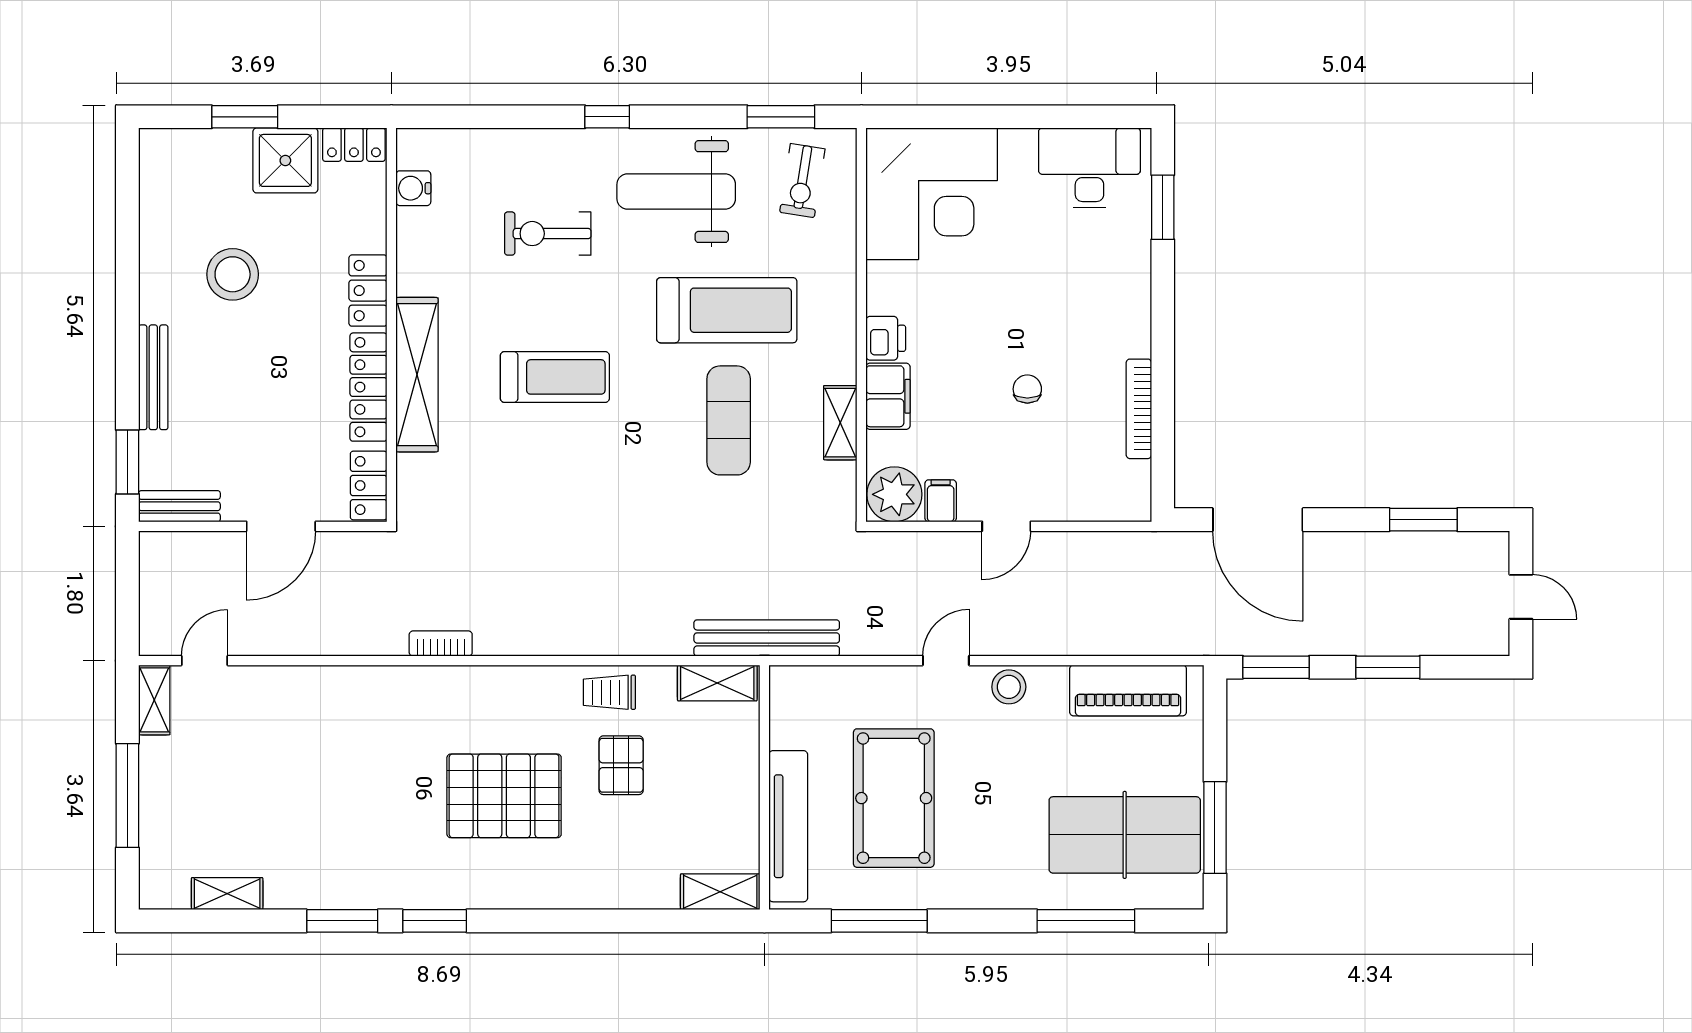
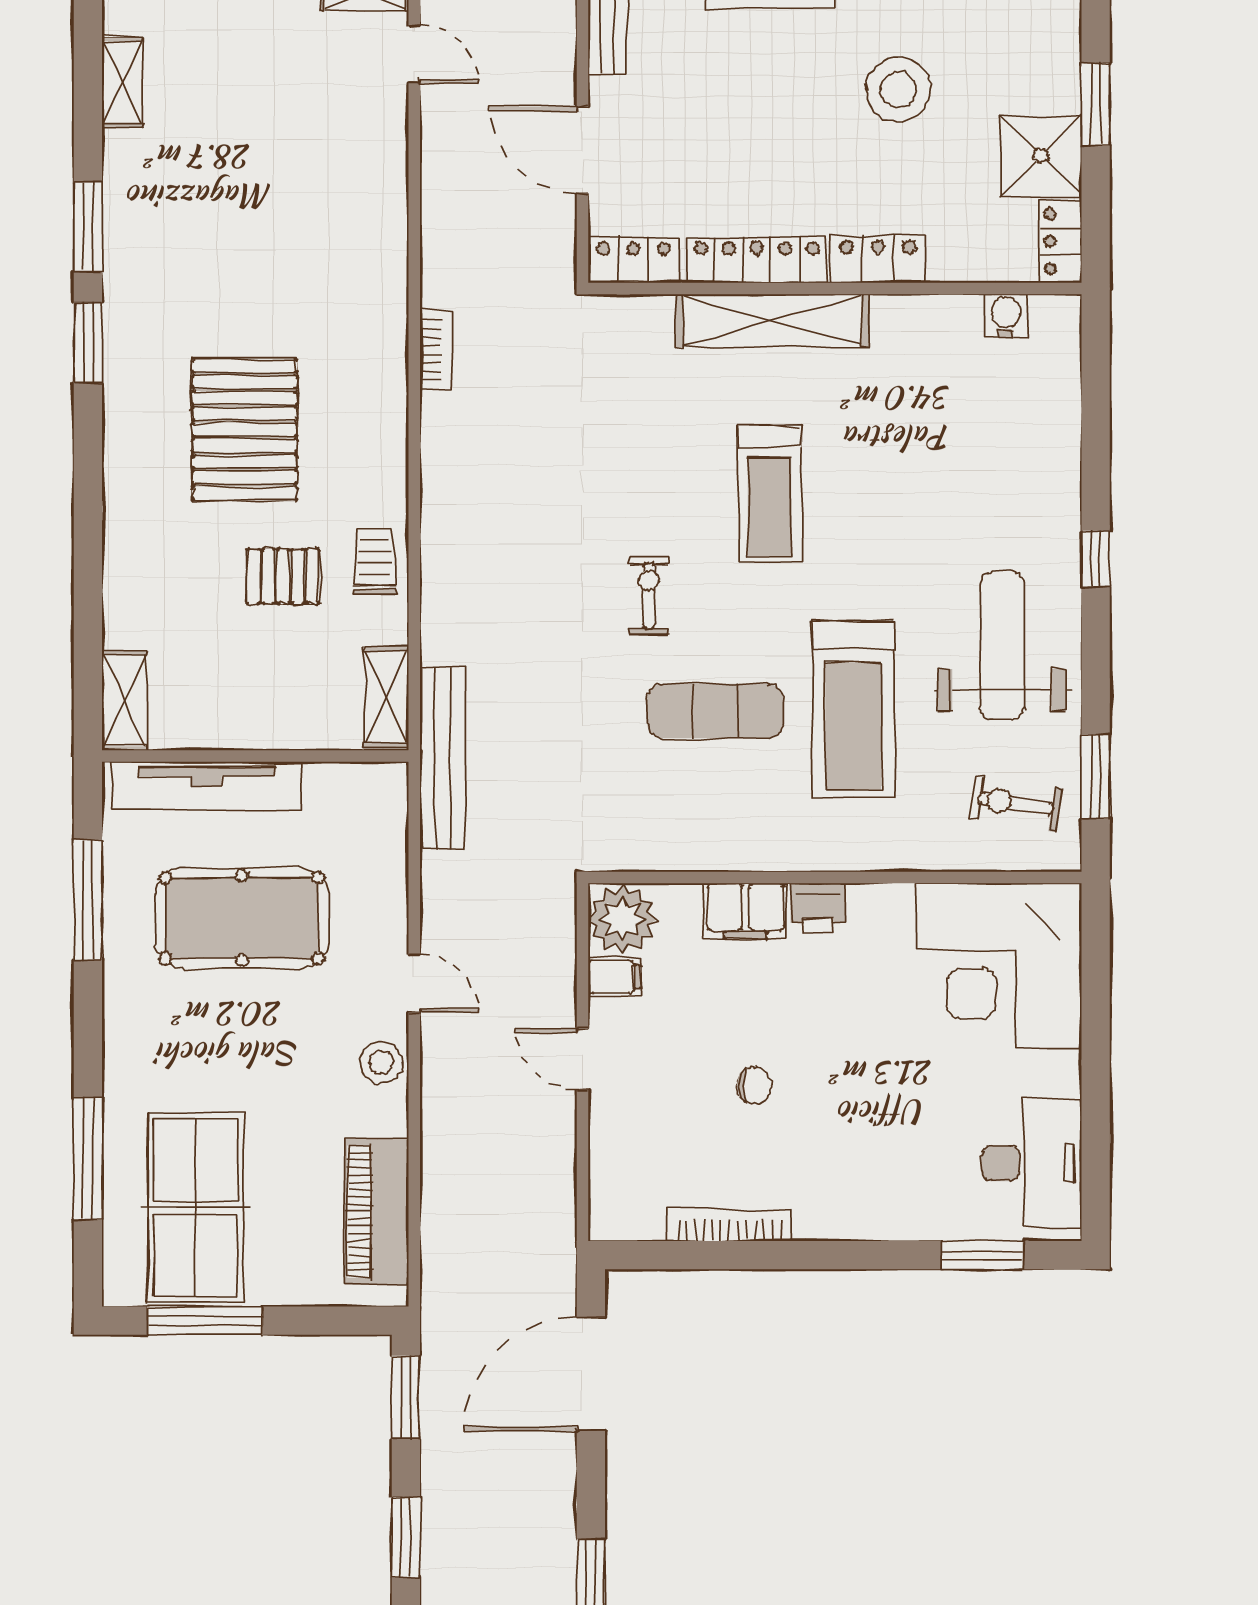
exercise bike: (548, 234) -> (649, 595), moved, width x0.73, depth x0.72
shelving: (840, 423) -> (712, 851), removed

